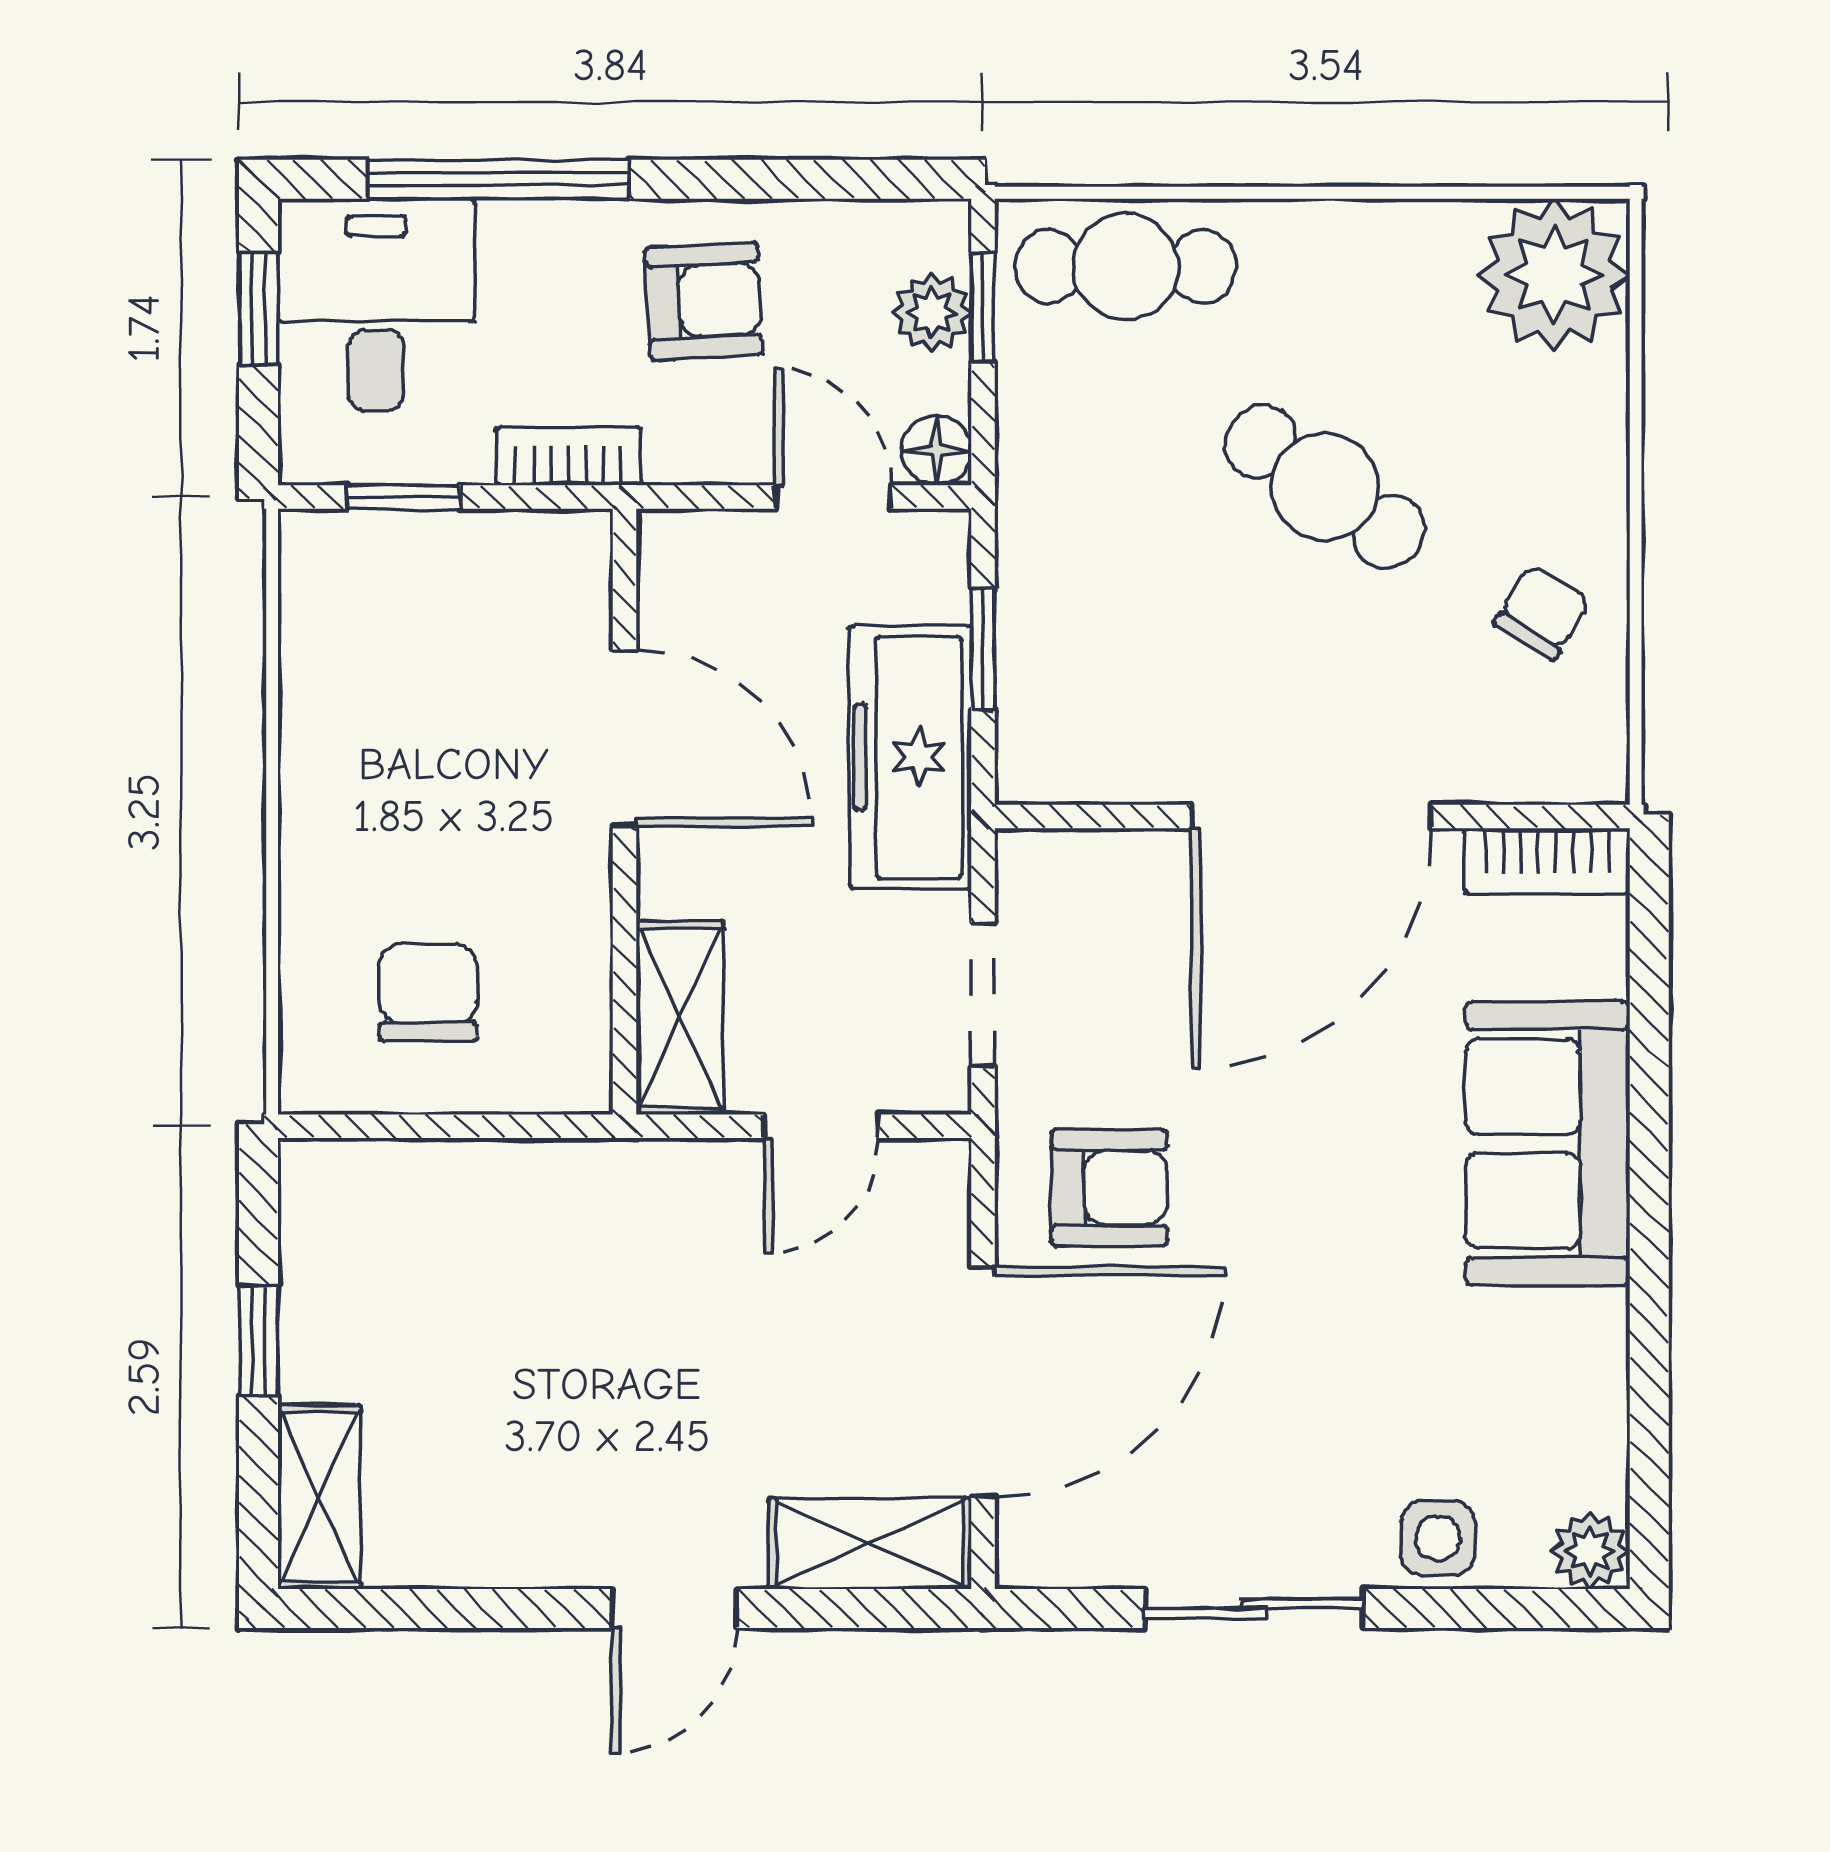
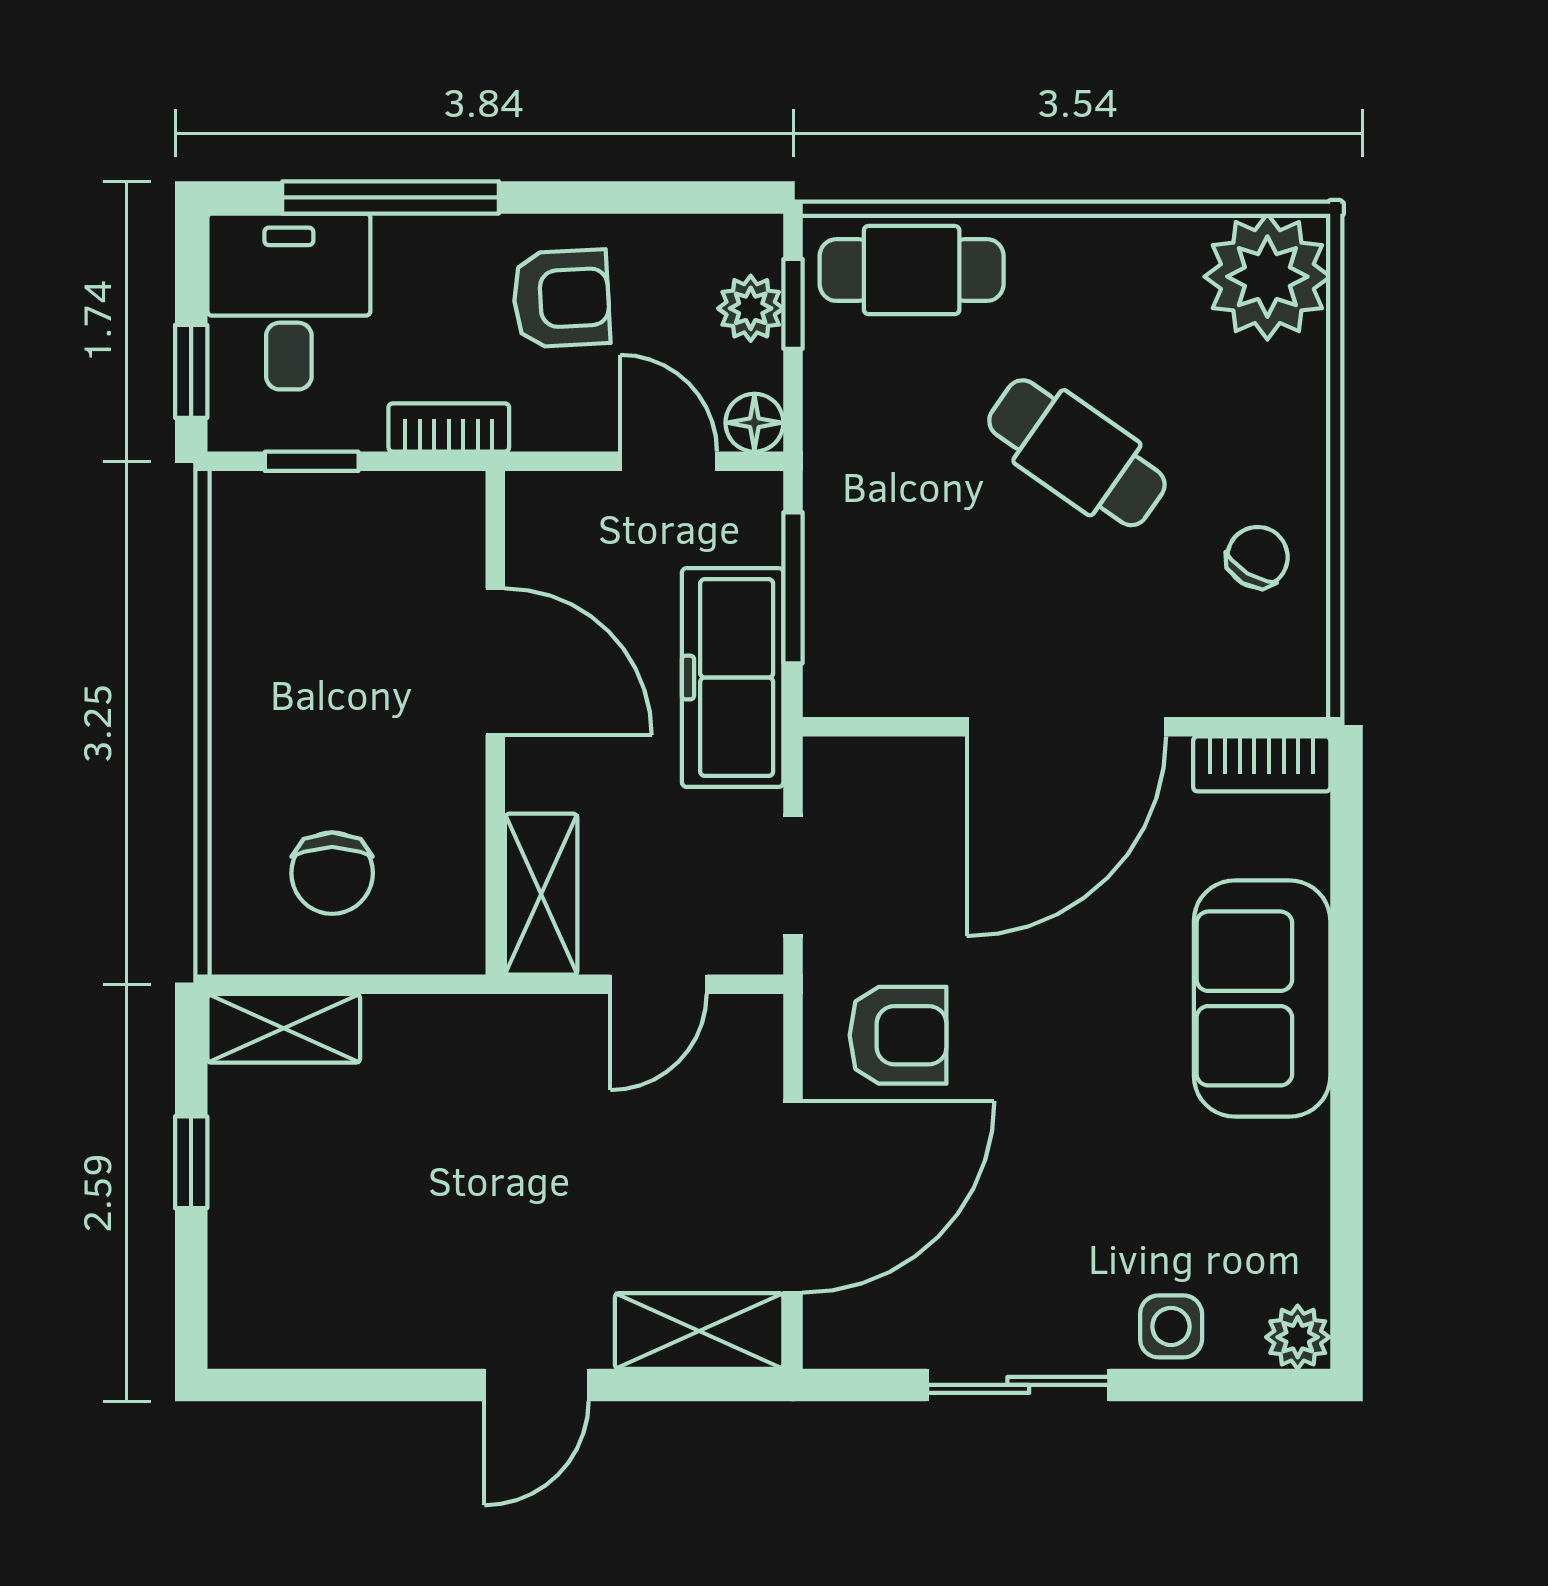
window: (259, 309) -> (191, 371), moved
window: (983, 649) -> (793, 588), width x1.50
chair: (428, 992) -> (332, 873), turned 180
shelving: (319, 1497) -> (284, 1028), moved, turned 90

